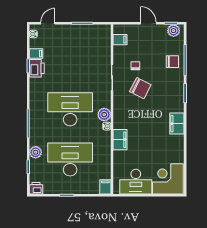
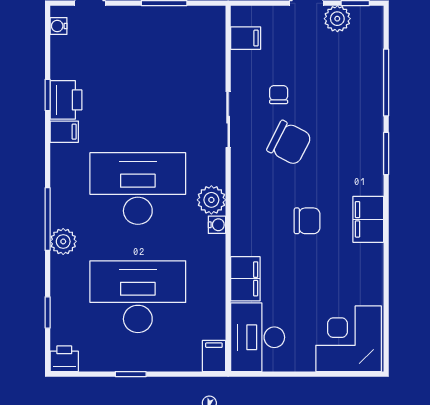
plant: (174, 31) -> (337, 19), moved
filing cabinet: (36, 53) -> (64, 132), moved
chair: (172, 62) -> (307, 221), moved
filing cabinet: (120, 140) -> (245, 279), moved
plant: (36, 152) -> (63, 241), moved
desk: (136, 182) -> (258, 337), moved, turned 90

